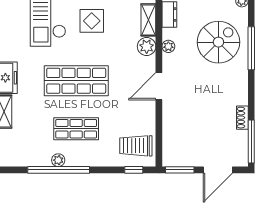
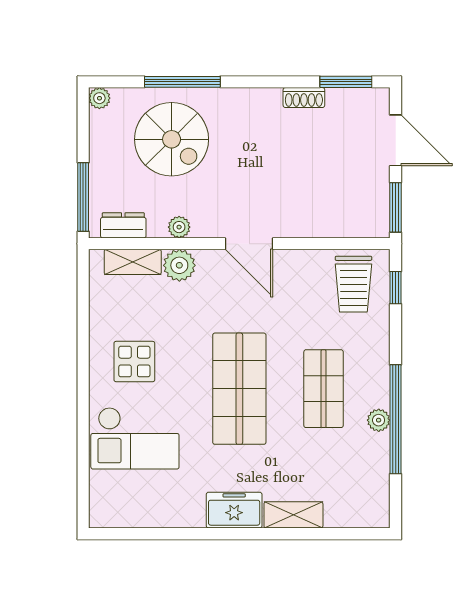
spiral stairs: (218, 42) -> (172, 139), turned 180
window: (251, 142) -> (346, 82), width x0.69

